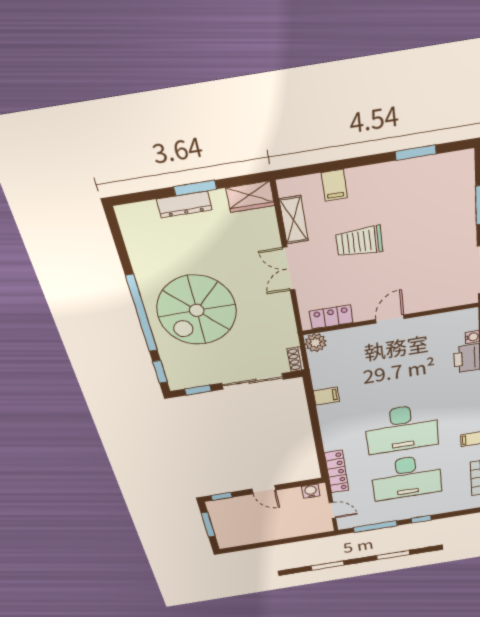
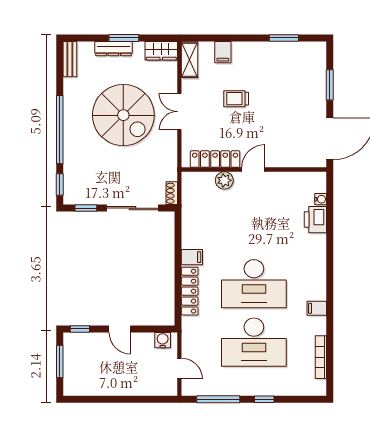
shelving: (294, 220) -> (190, 60), moved
bench: (129, 228) -> (70, 59), added
trolley: (359, 242) -> (236, 99), width x0.73, depth x0.72
spiral stairs: (197, 310) -> (123, 115), moved, turned -90
locker: (331, 317) -> (215, 159), width x1.53
plant: (315, 343) -> (224, 180), moved
filing cabinet: (326, 396) -> (192, 257), moved
locker: (337, 472) -> (190, 291), moved

